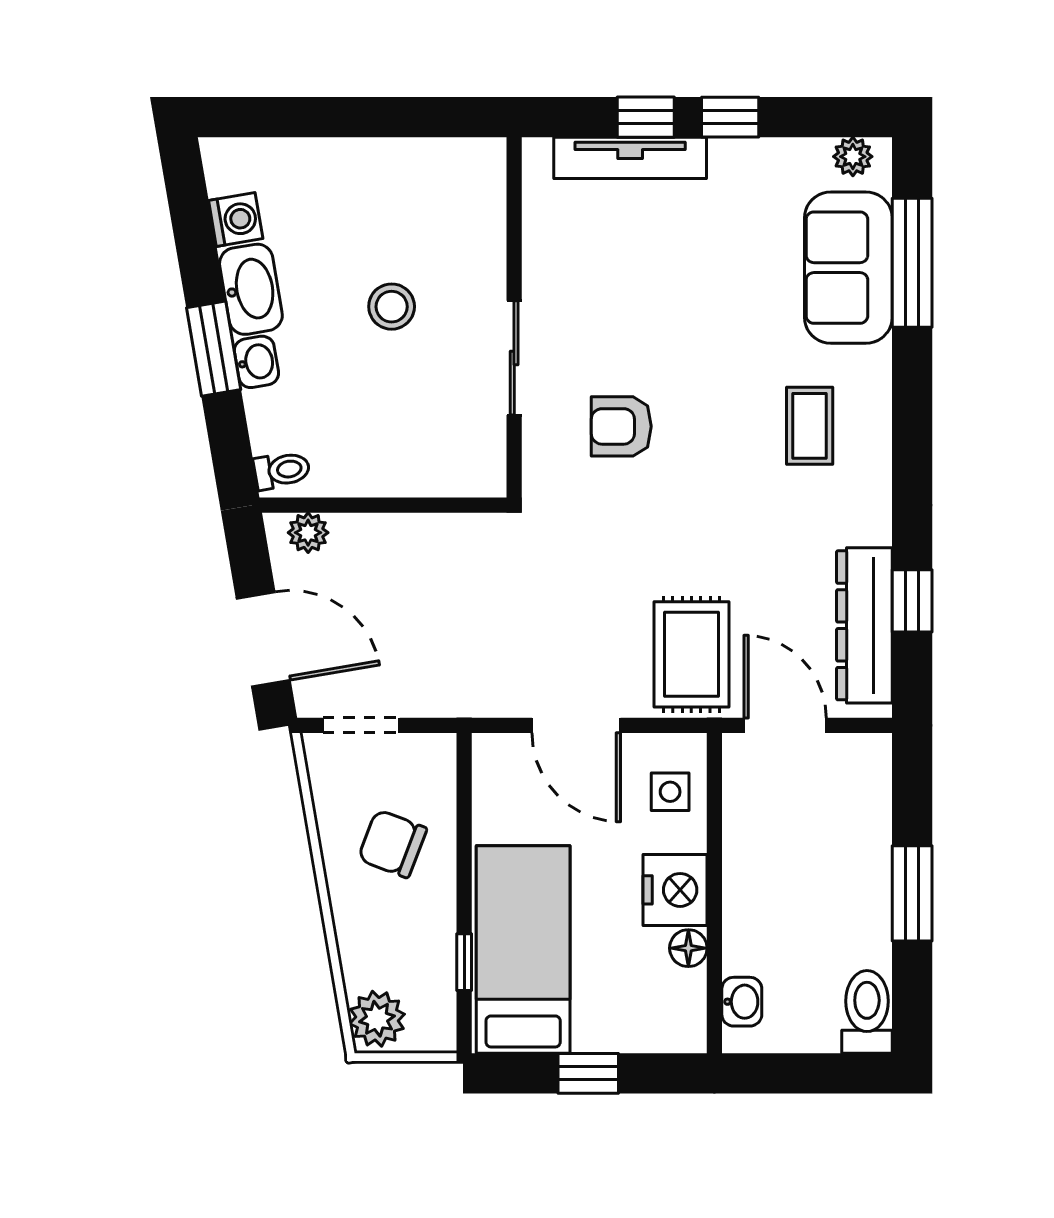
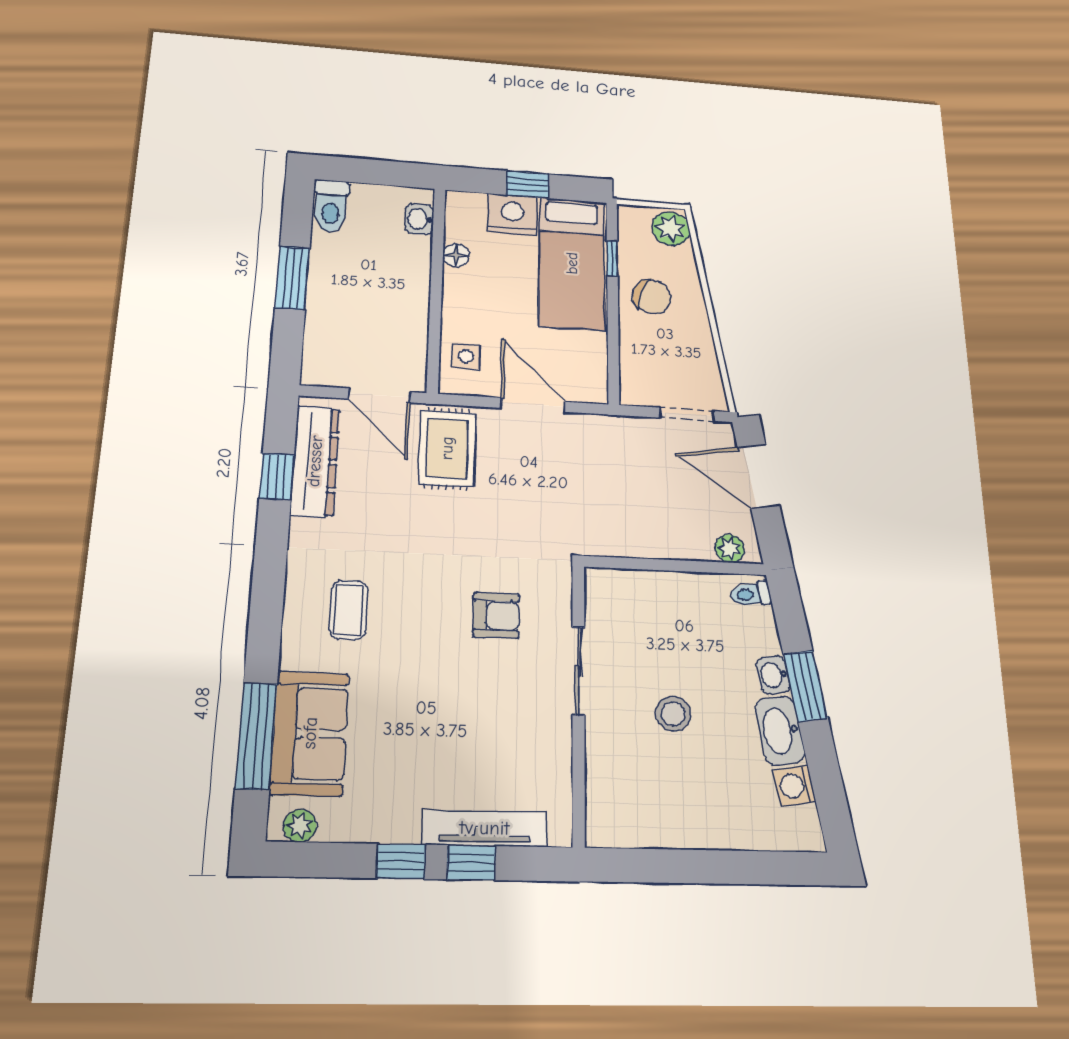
chair: (392, 844) -> (652, 297), moved
nightstand: (675, 890) -> (512, 215), moved, turned 90

